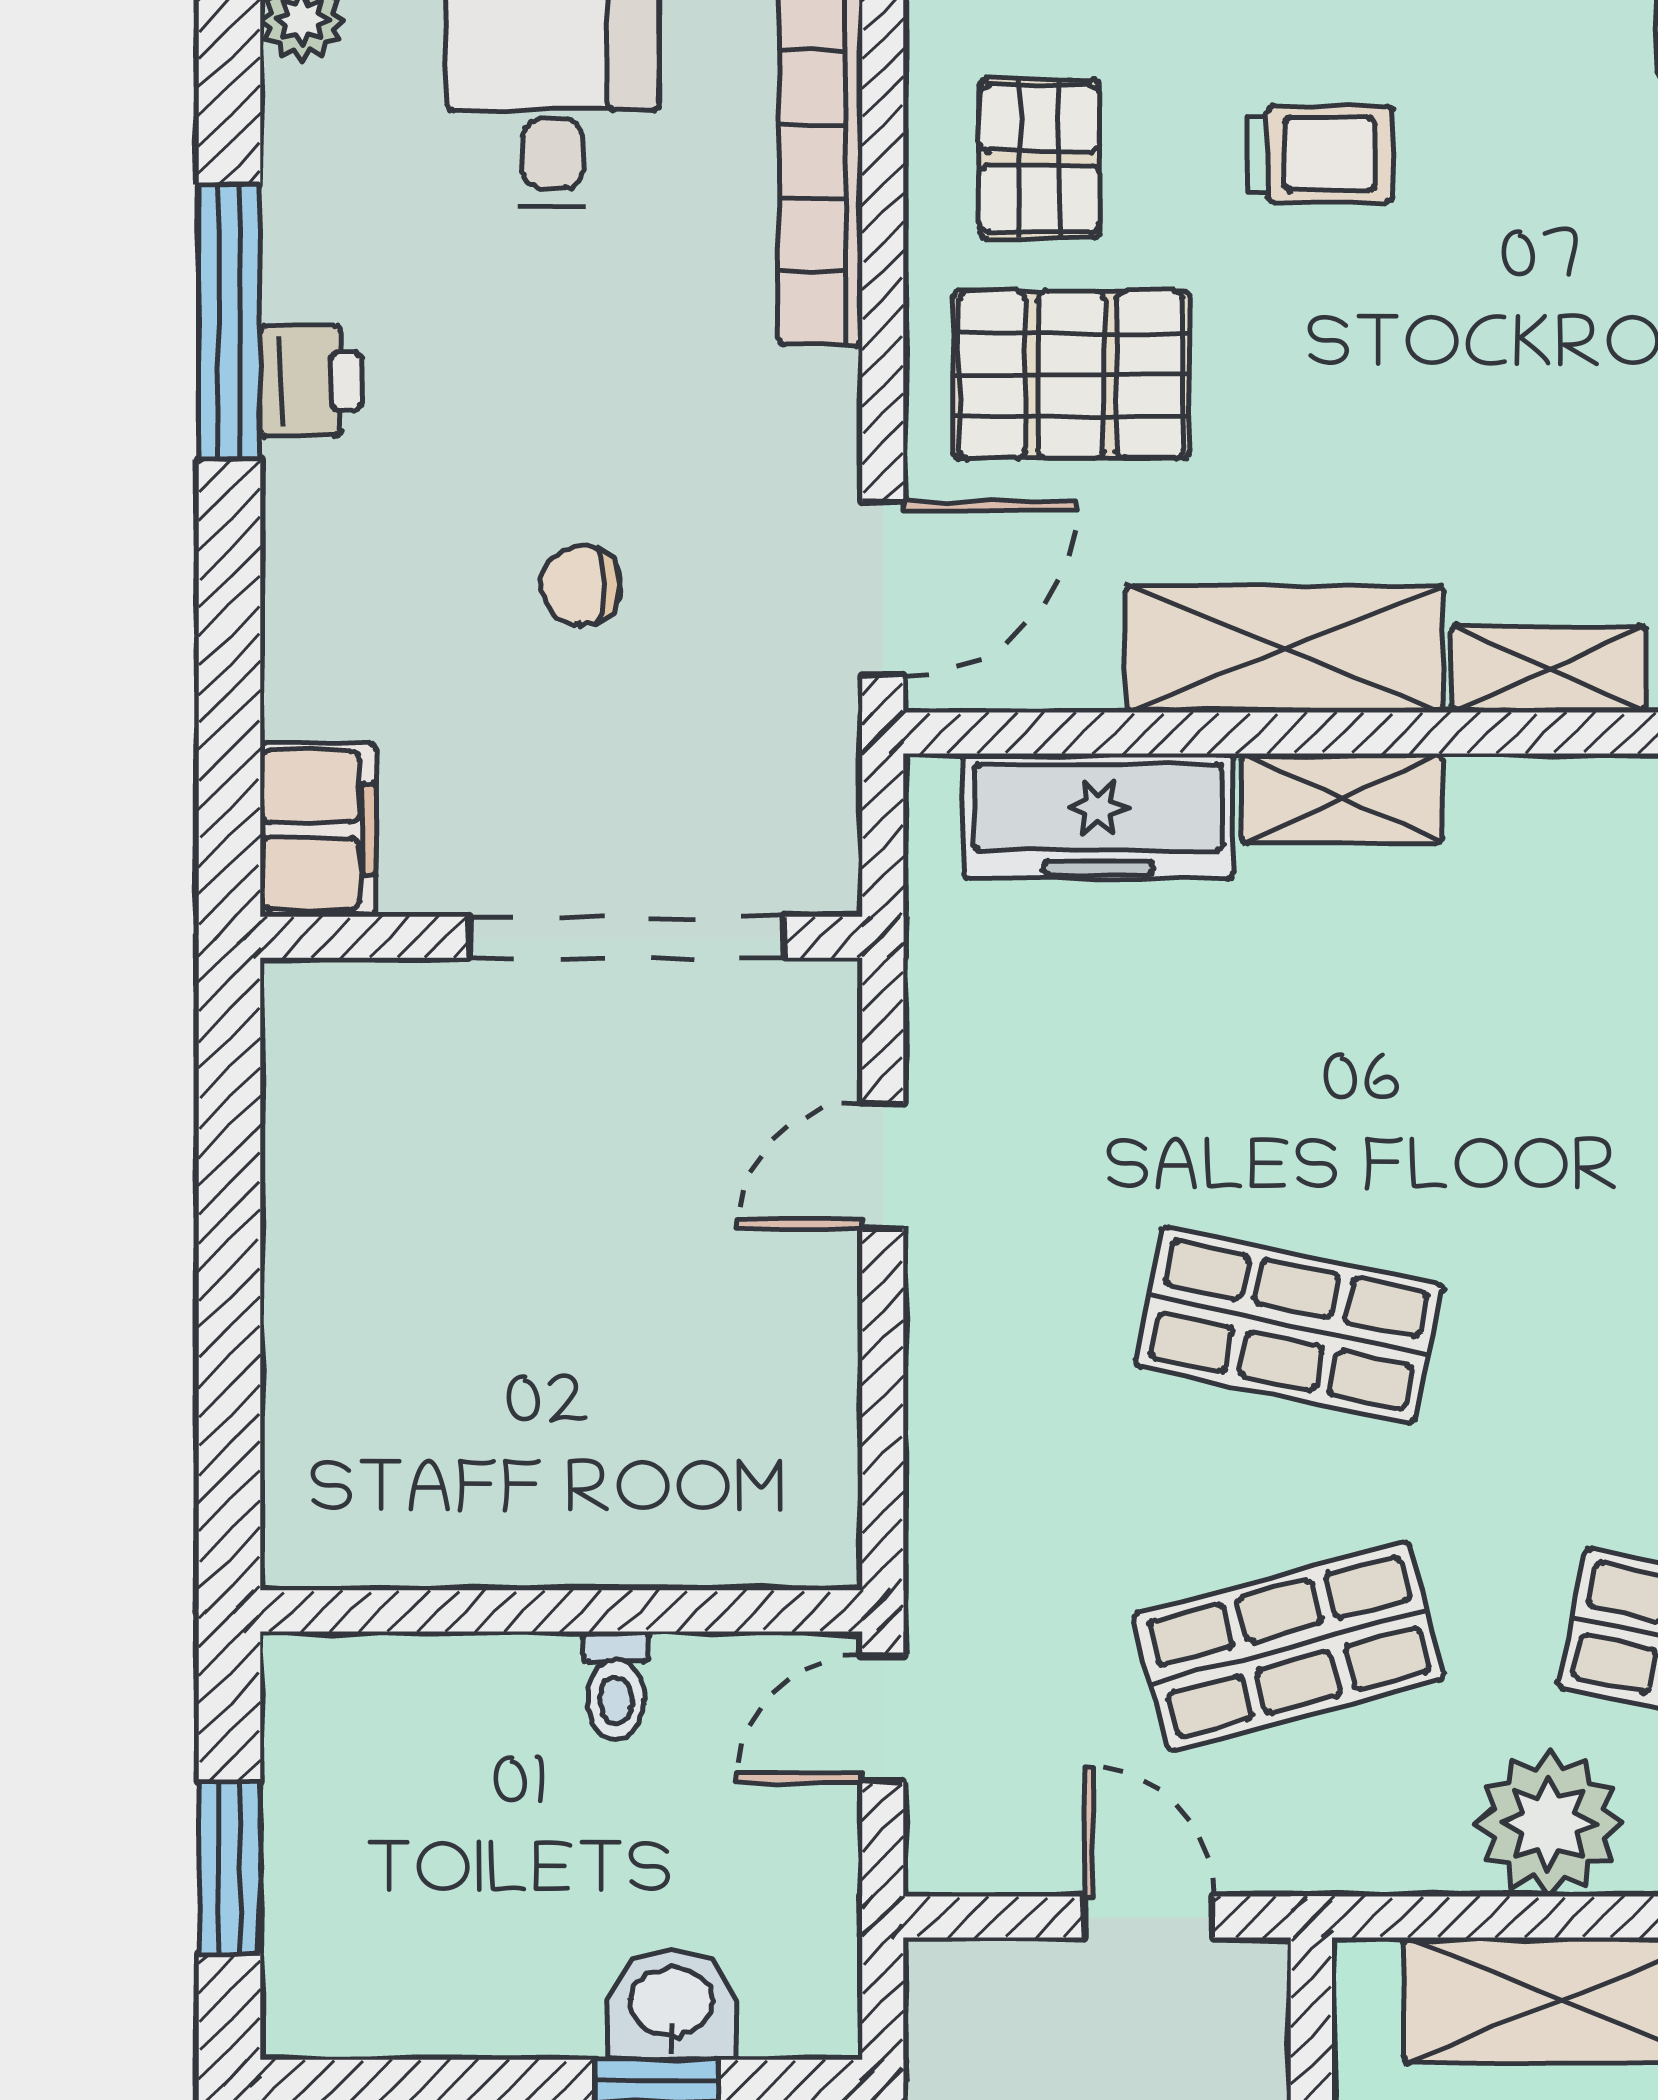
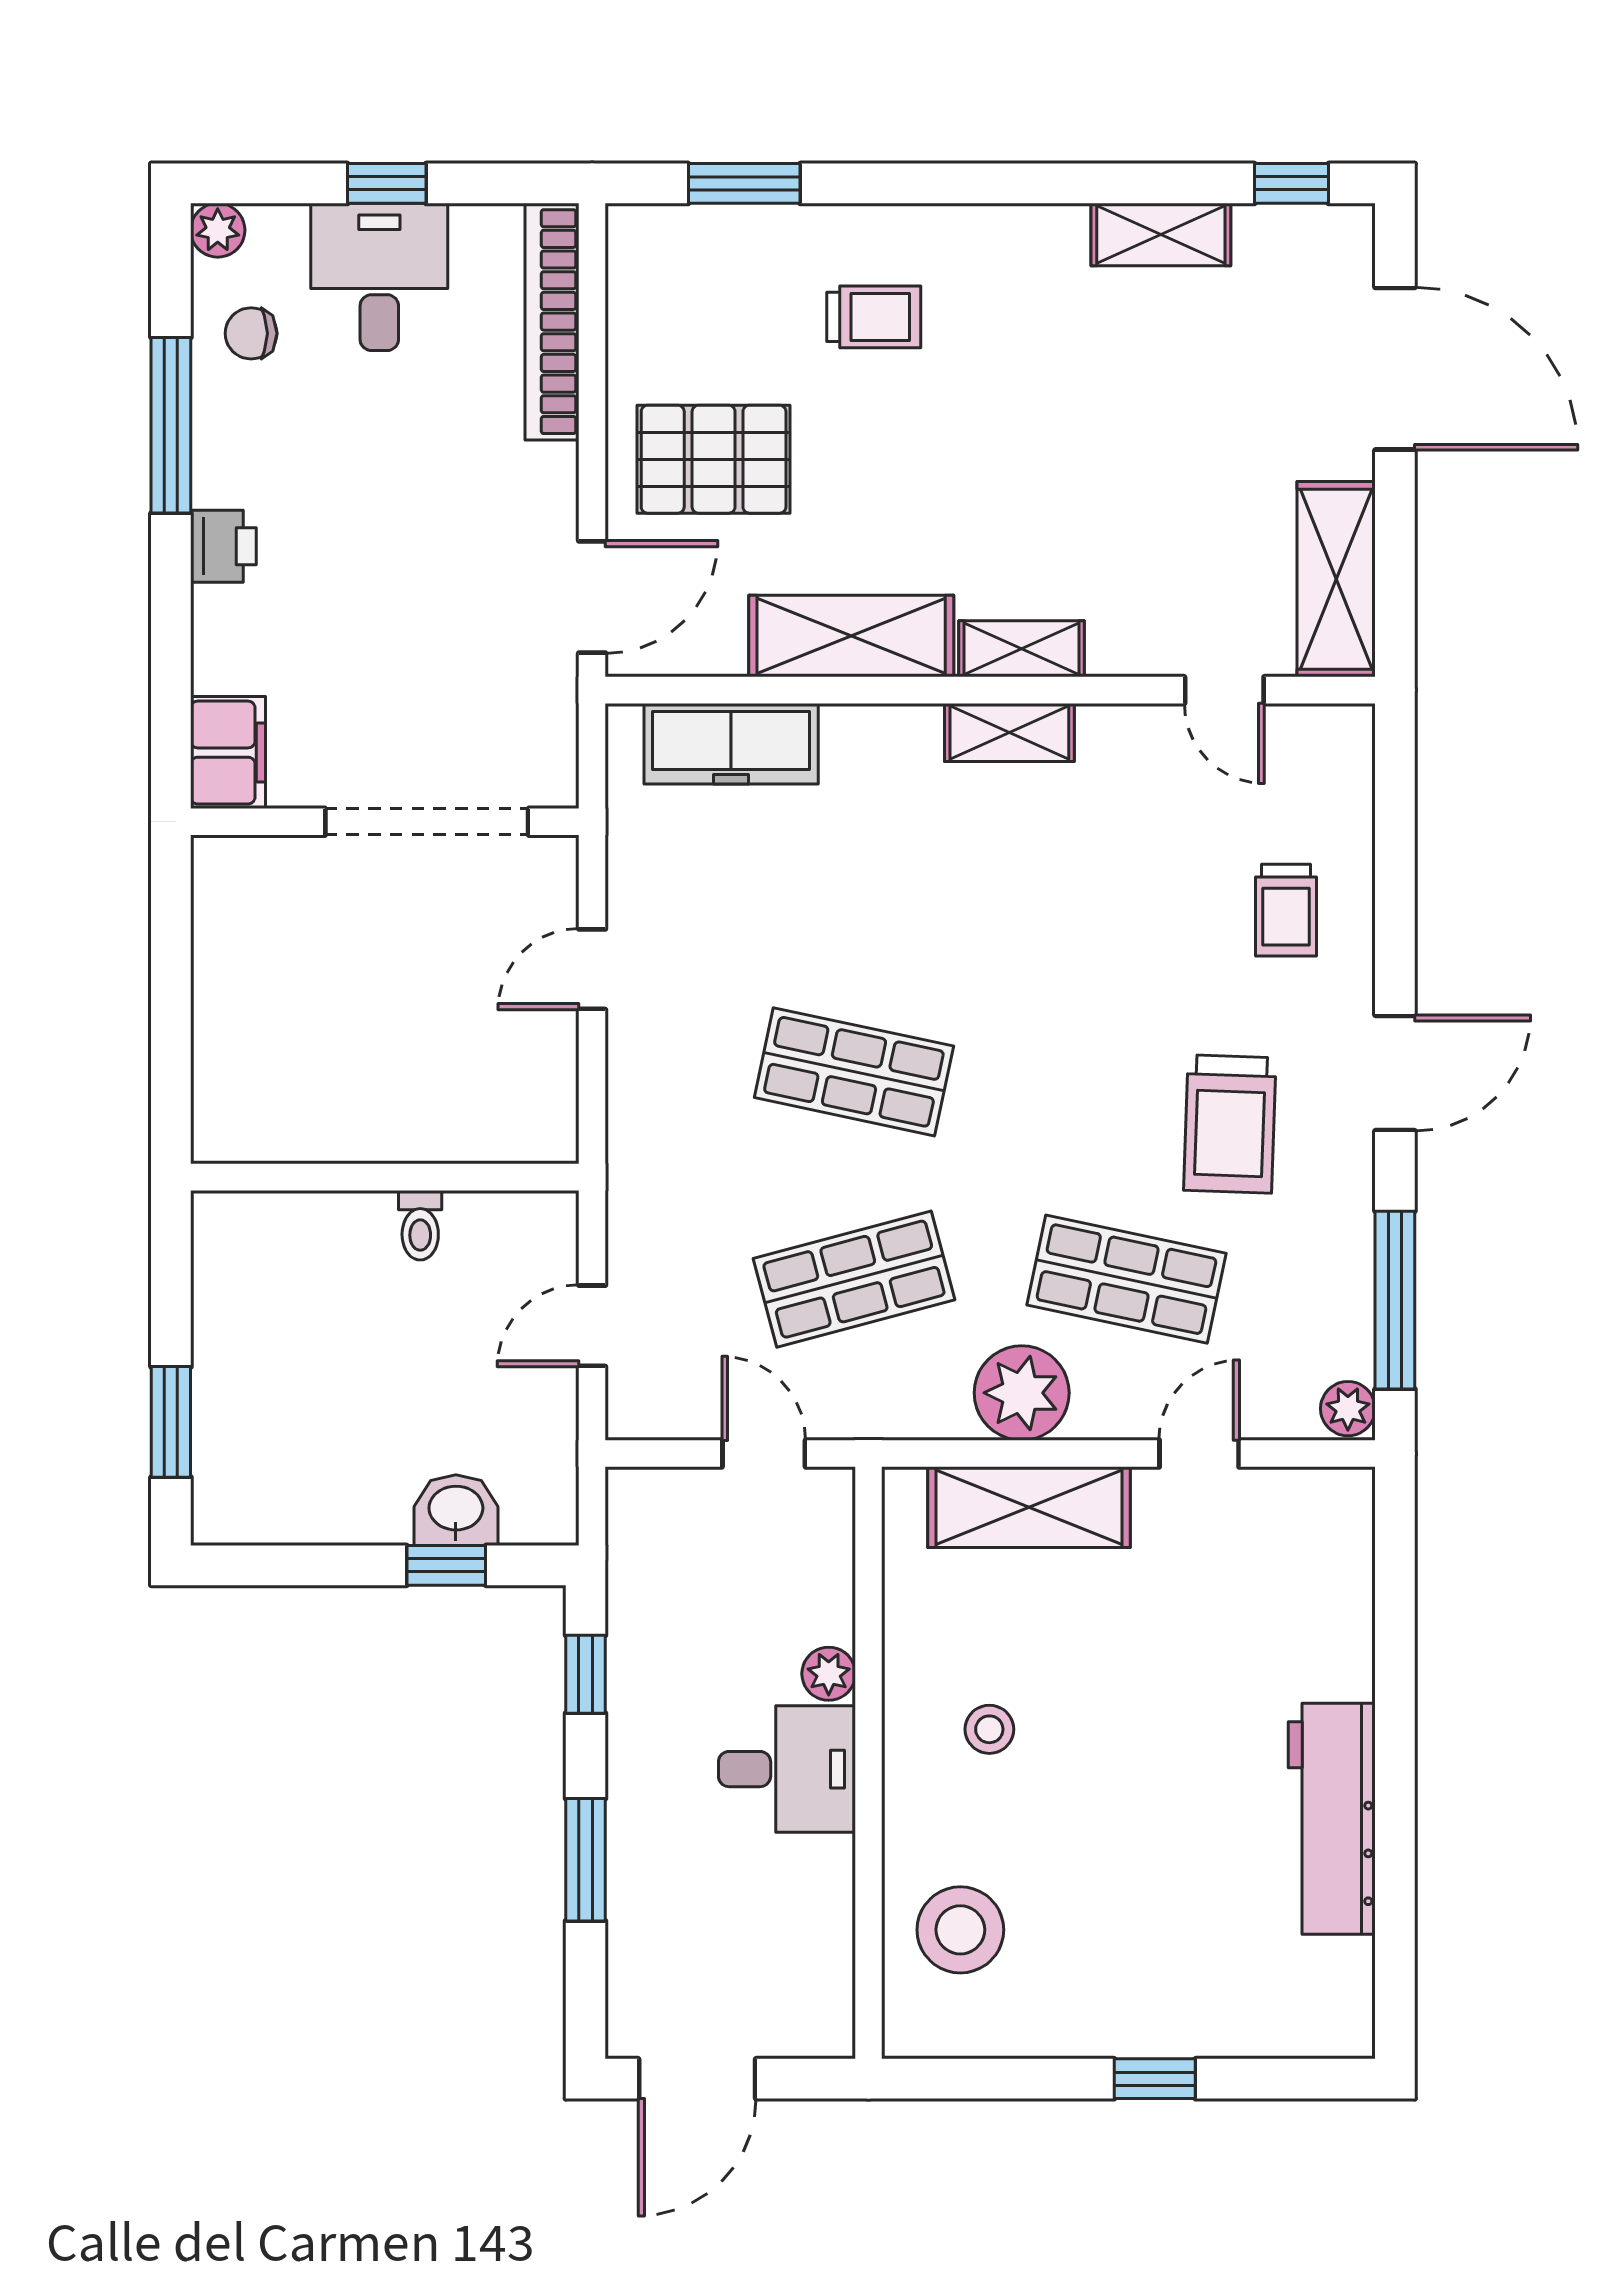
pallet: (1040, 159) -> (693, 320), removed
printer: (311, 381) -> (223, 546), moved
chair: (581, 585) -> (251, 333), moved
shelving: (1342, 799) -> (1009, 732), moved
wall: (561, 1611) -> (385, 1177), moved
toilet: (616, 1686) -> (420, 1225), moved

